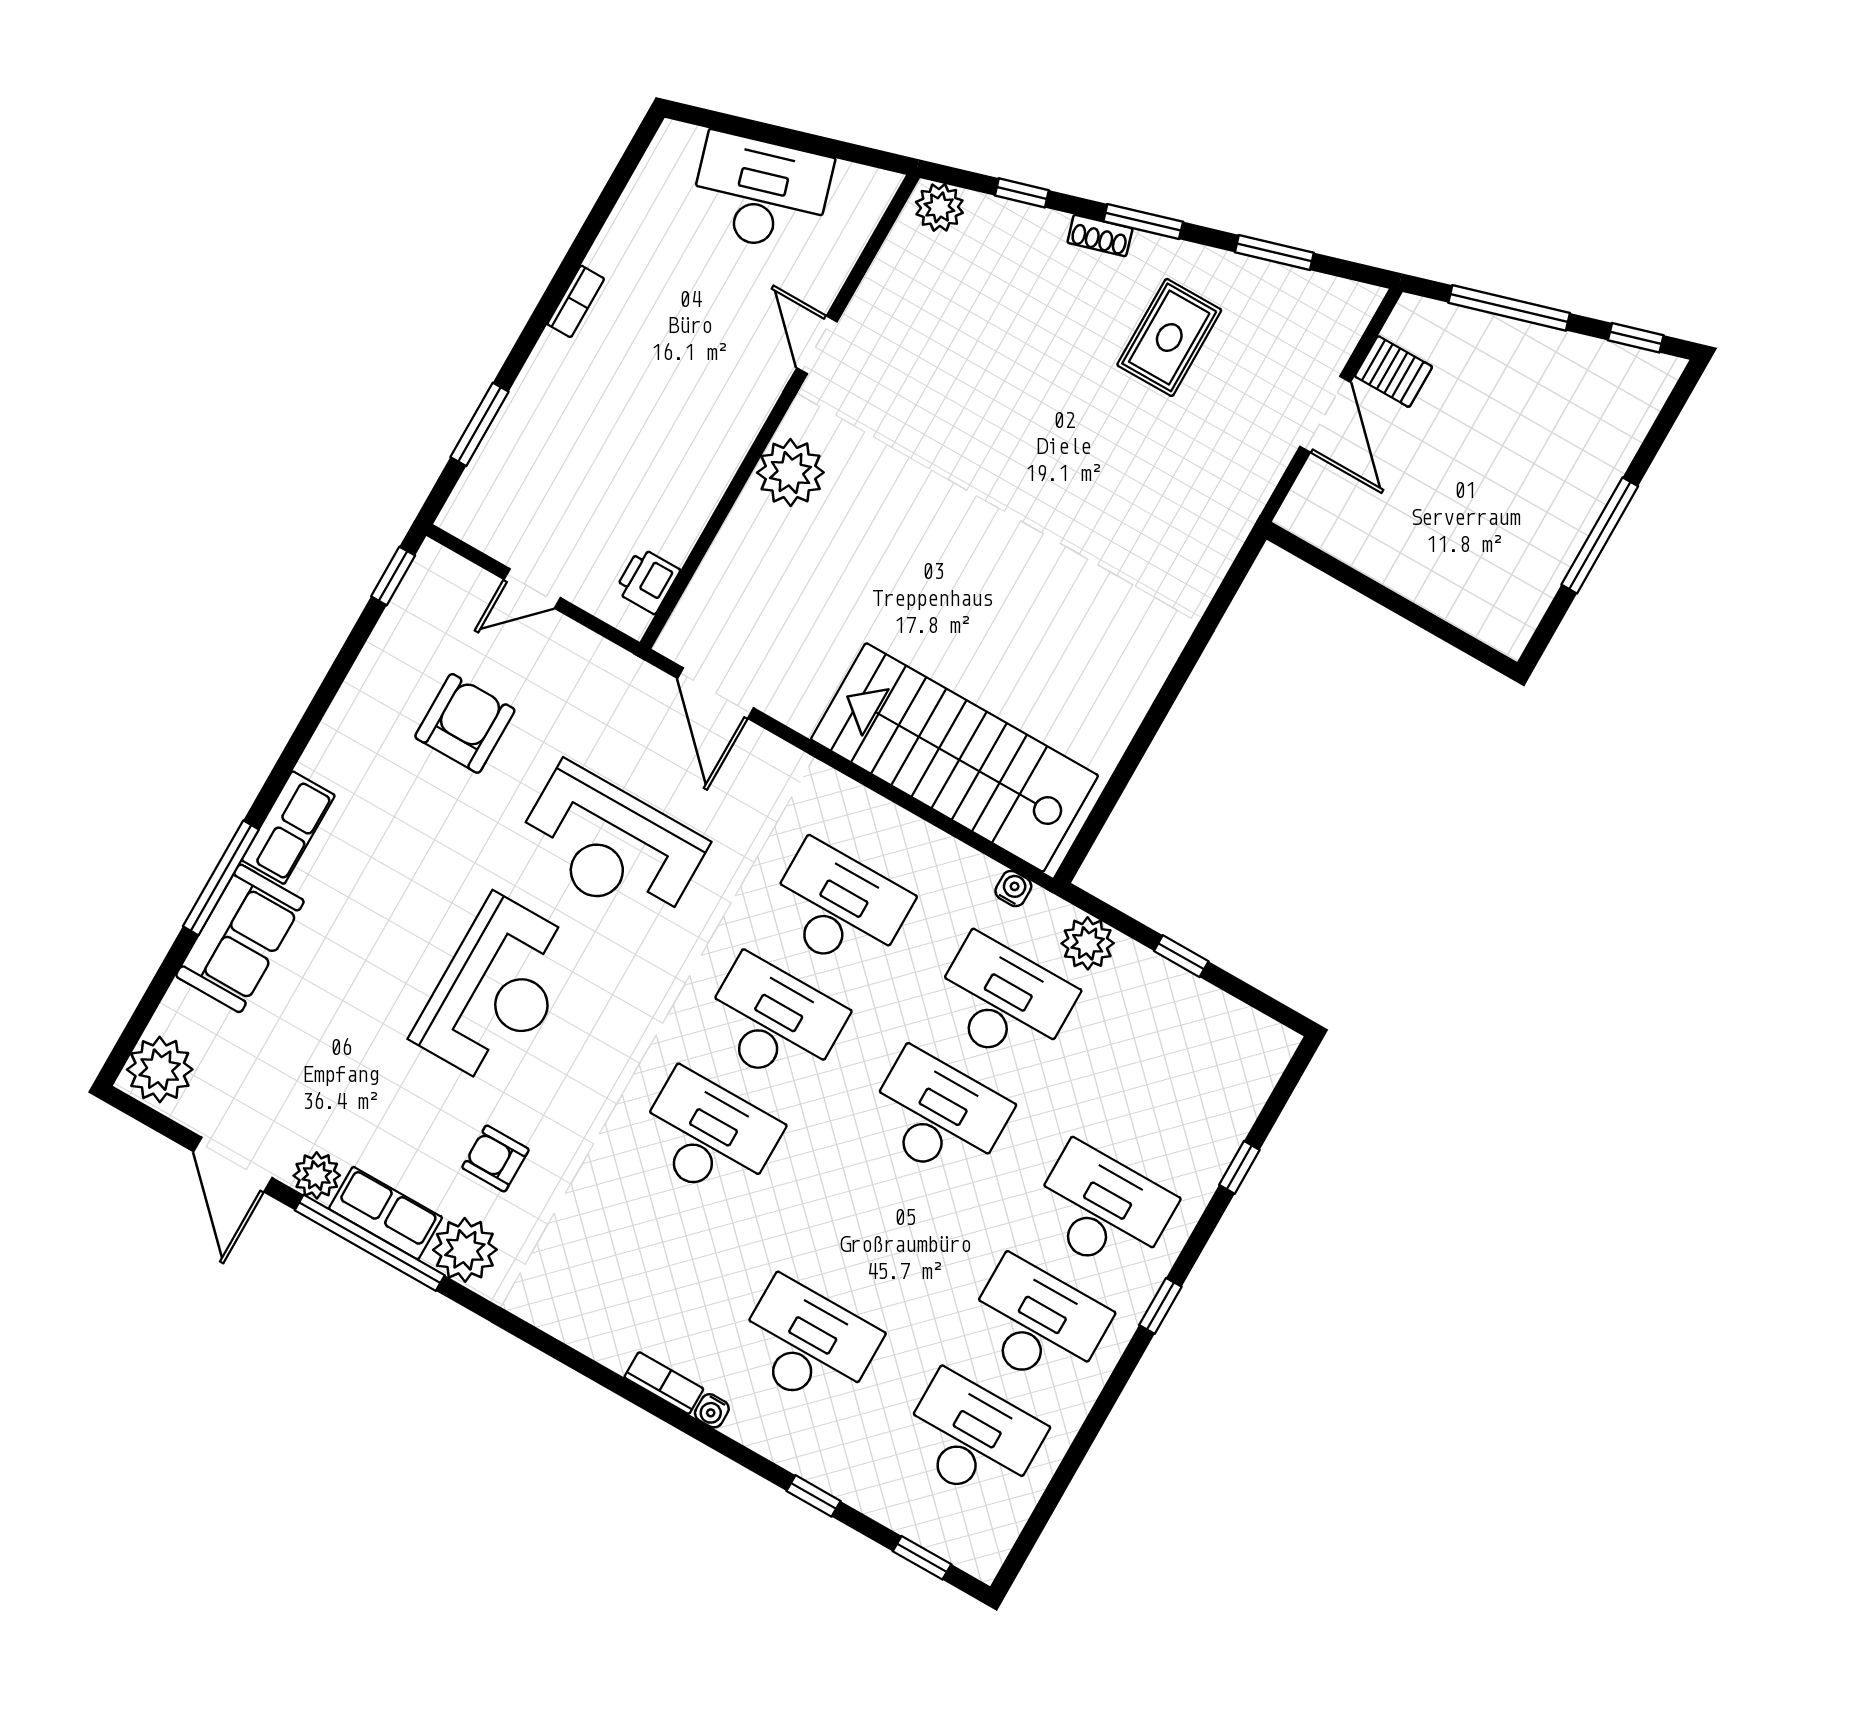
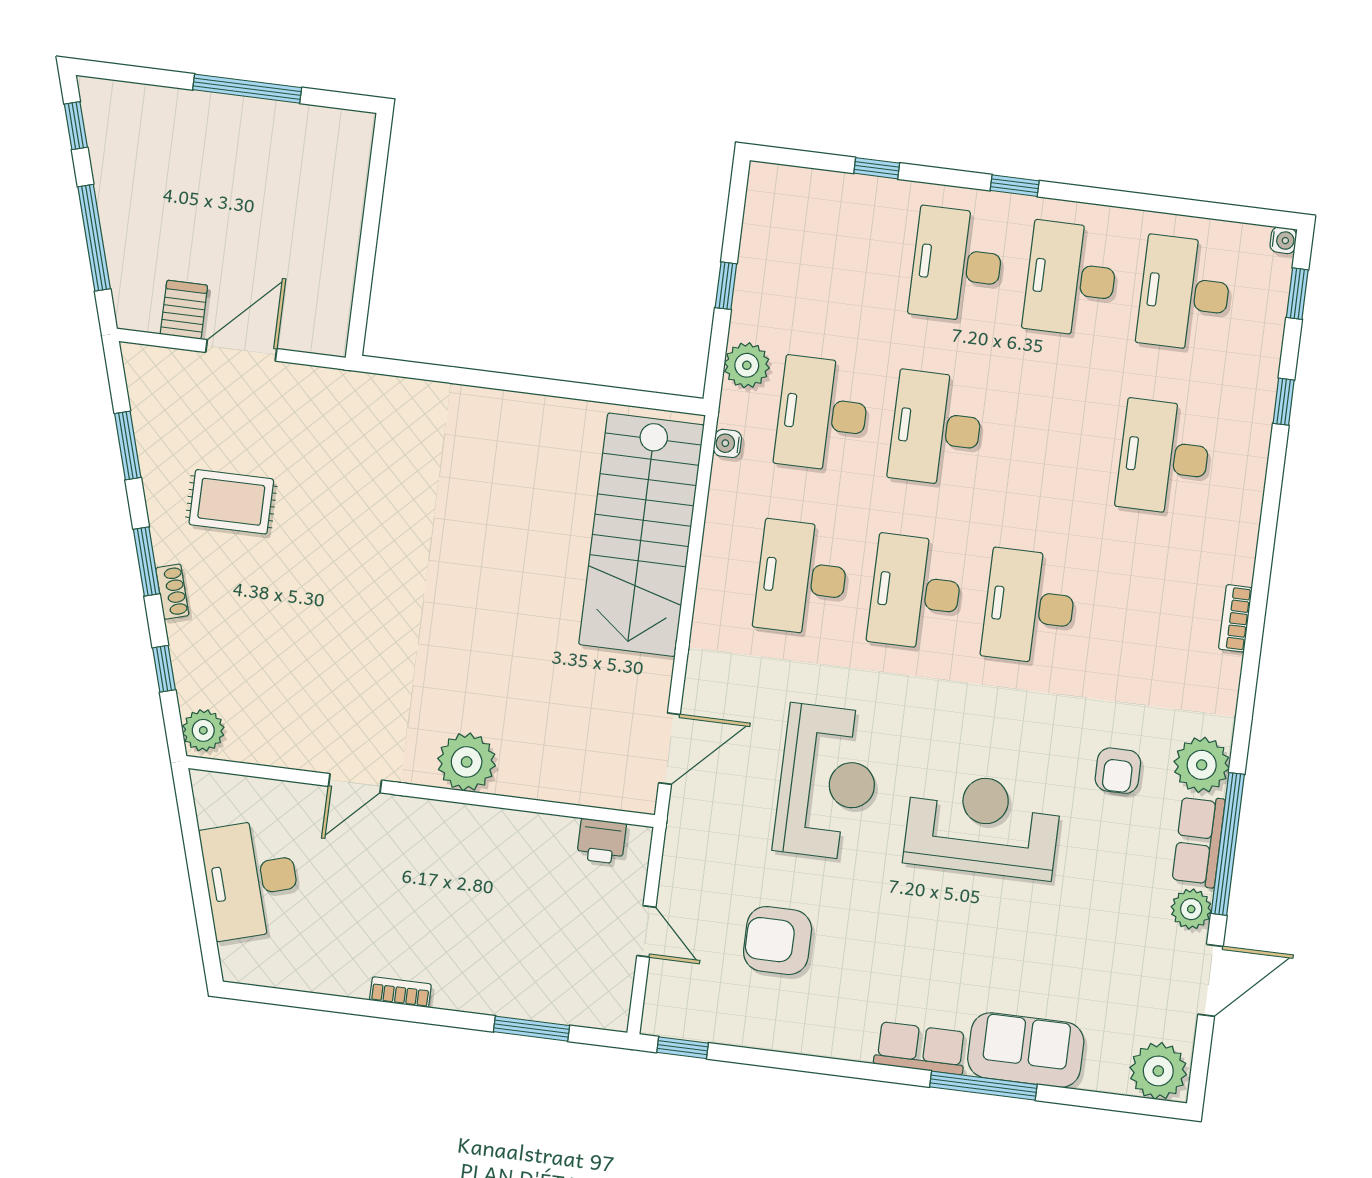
bookcase: (664, 1383) -> (1235, 618), moved
water cooler: (712, 1411) -> (1283, 240), moved

